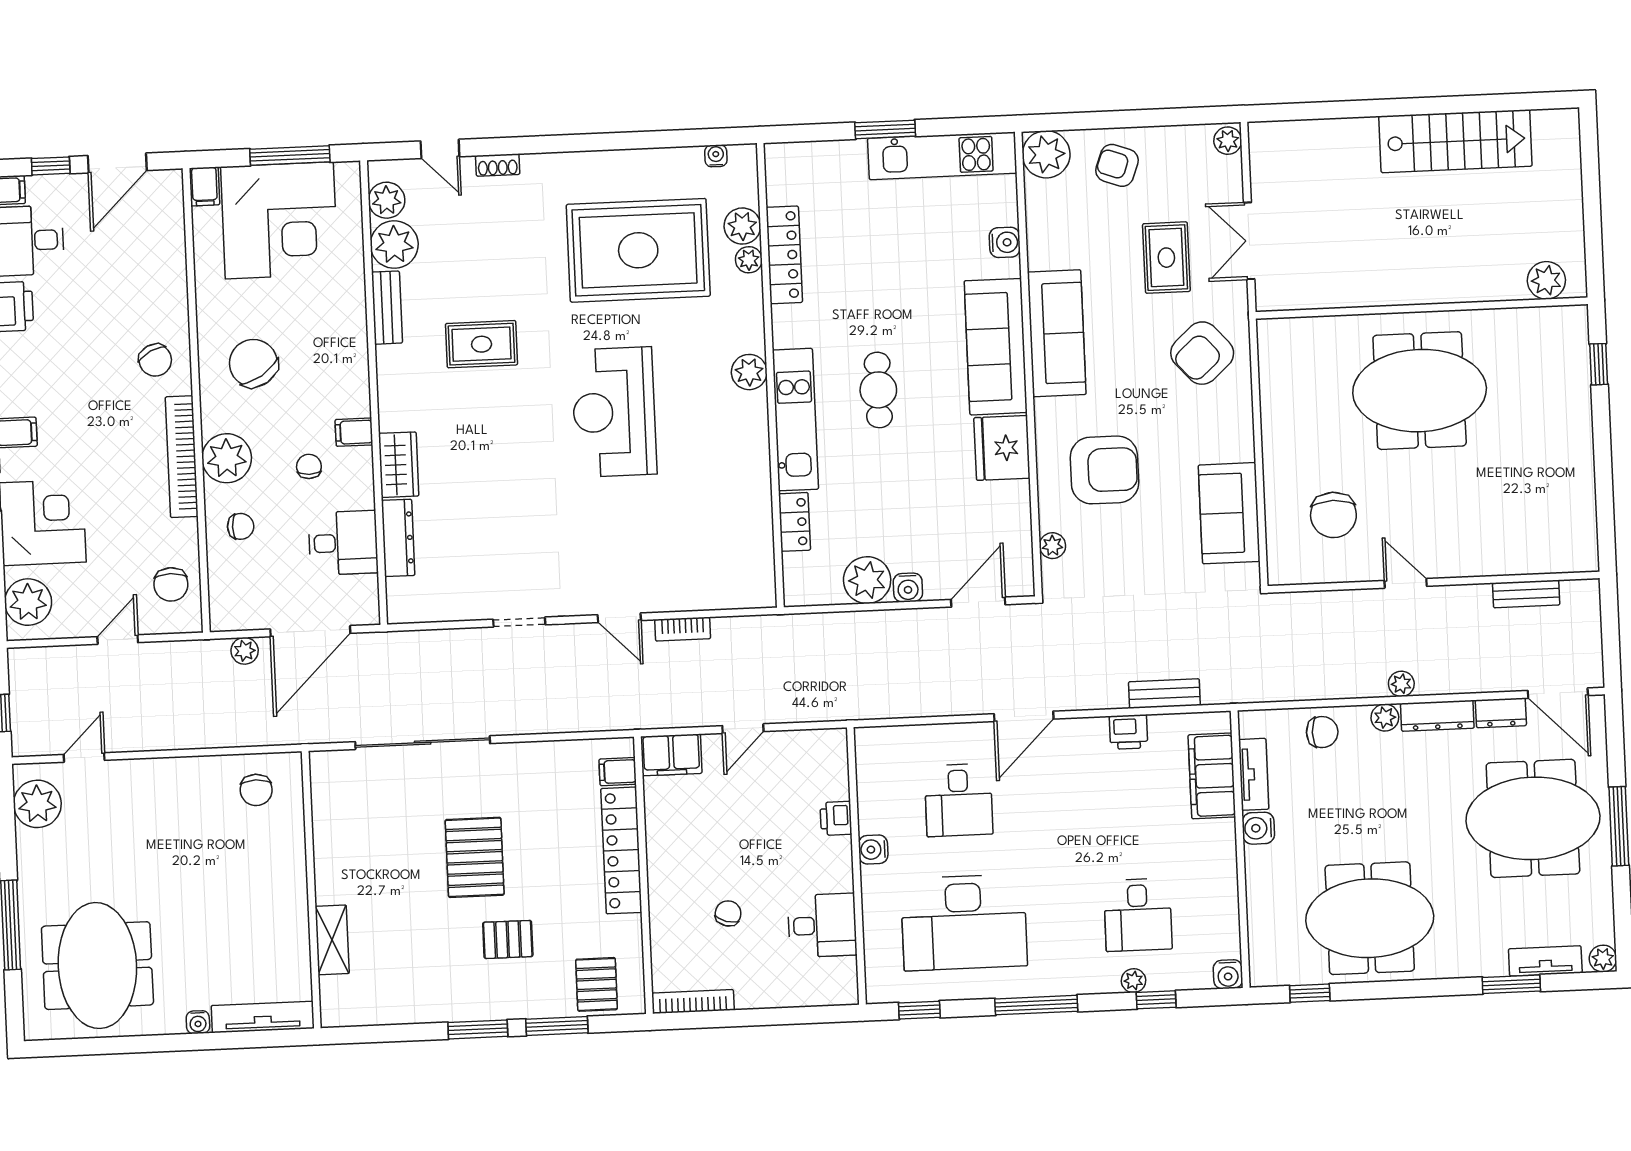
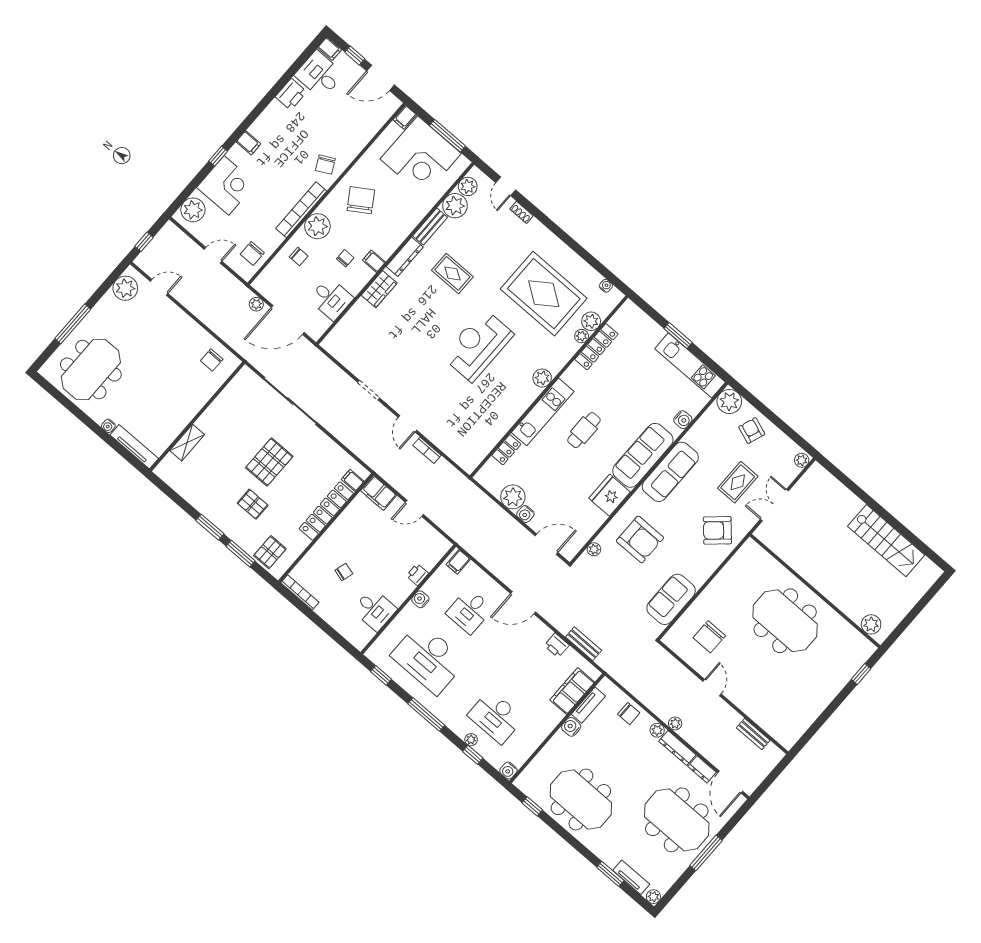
dresser: (398, 538) -> (405, 257), moved
filing cabinet: (877, 746) -> (458, 562), added
desk: (1138, 915) -> (496, 717), width x1.37

